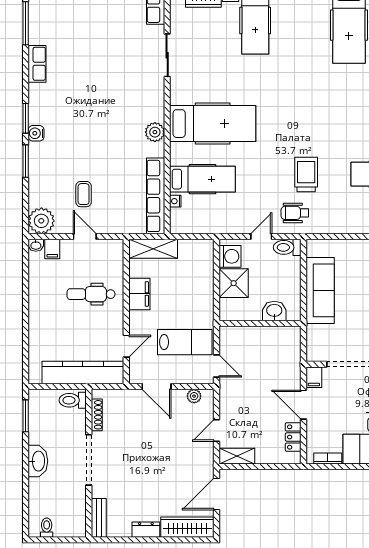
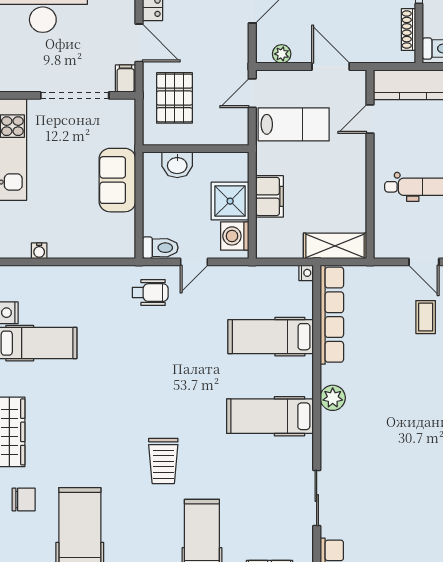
hospital bed: (213, 124) -> (270, 416), width x0.73, depth x0.78
trolley: (306, 175) -> (163, 461), moved
nightstand: (175, 201) -> (306, 273), moved
sofa: (320, 290) -> (117, 180), width x0.73
filing cabinet: (139, 294) -> (269, 196), moved, turned 180
lab bench: (185, 342) -> (294, 124), turned 180
pallet: (276, 362) -> (174, 98), added
door: (217, 366) -> (252, 93), hinge flipped

